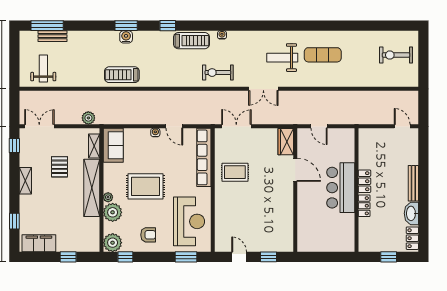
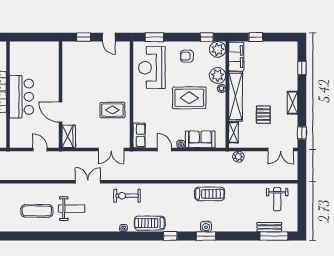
exercise bike: (218, 73) -> (127, 196), turned 180
sofa: (113, 145) -> (200, 139), moved, turned 90
row of seats: (204, 157) -> (139, 135), width x0.50
filing cabinet: (39, 243) -> (236, 57), moved, turned -90

